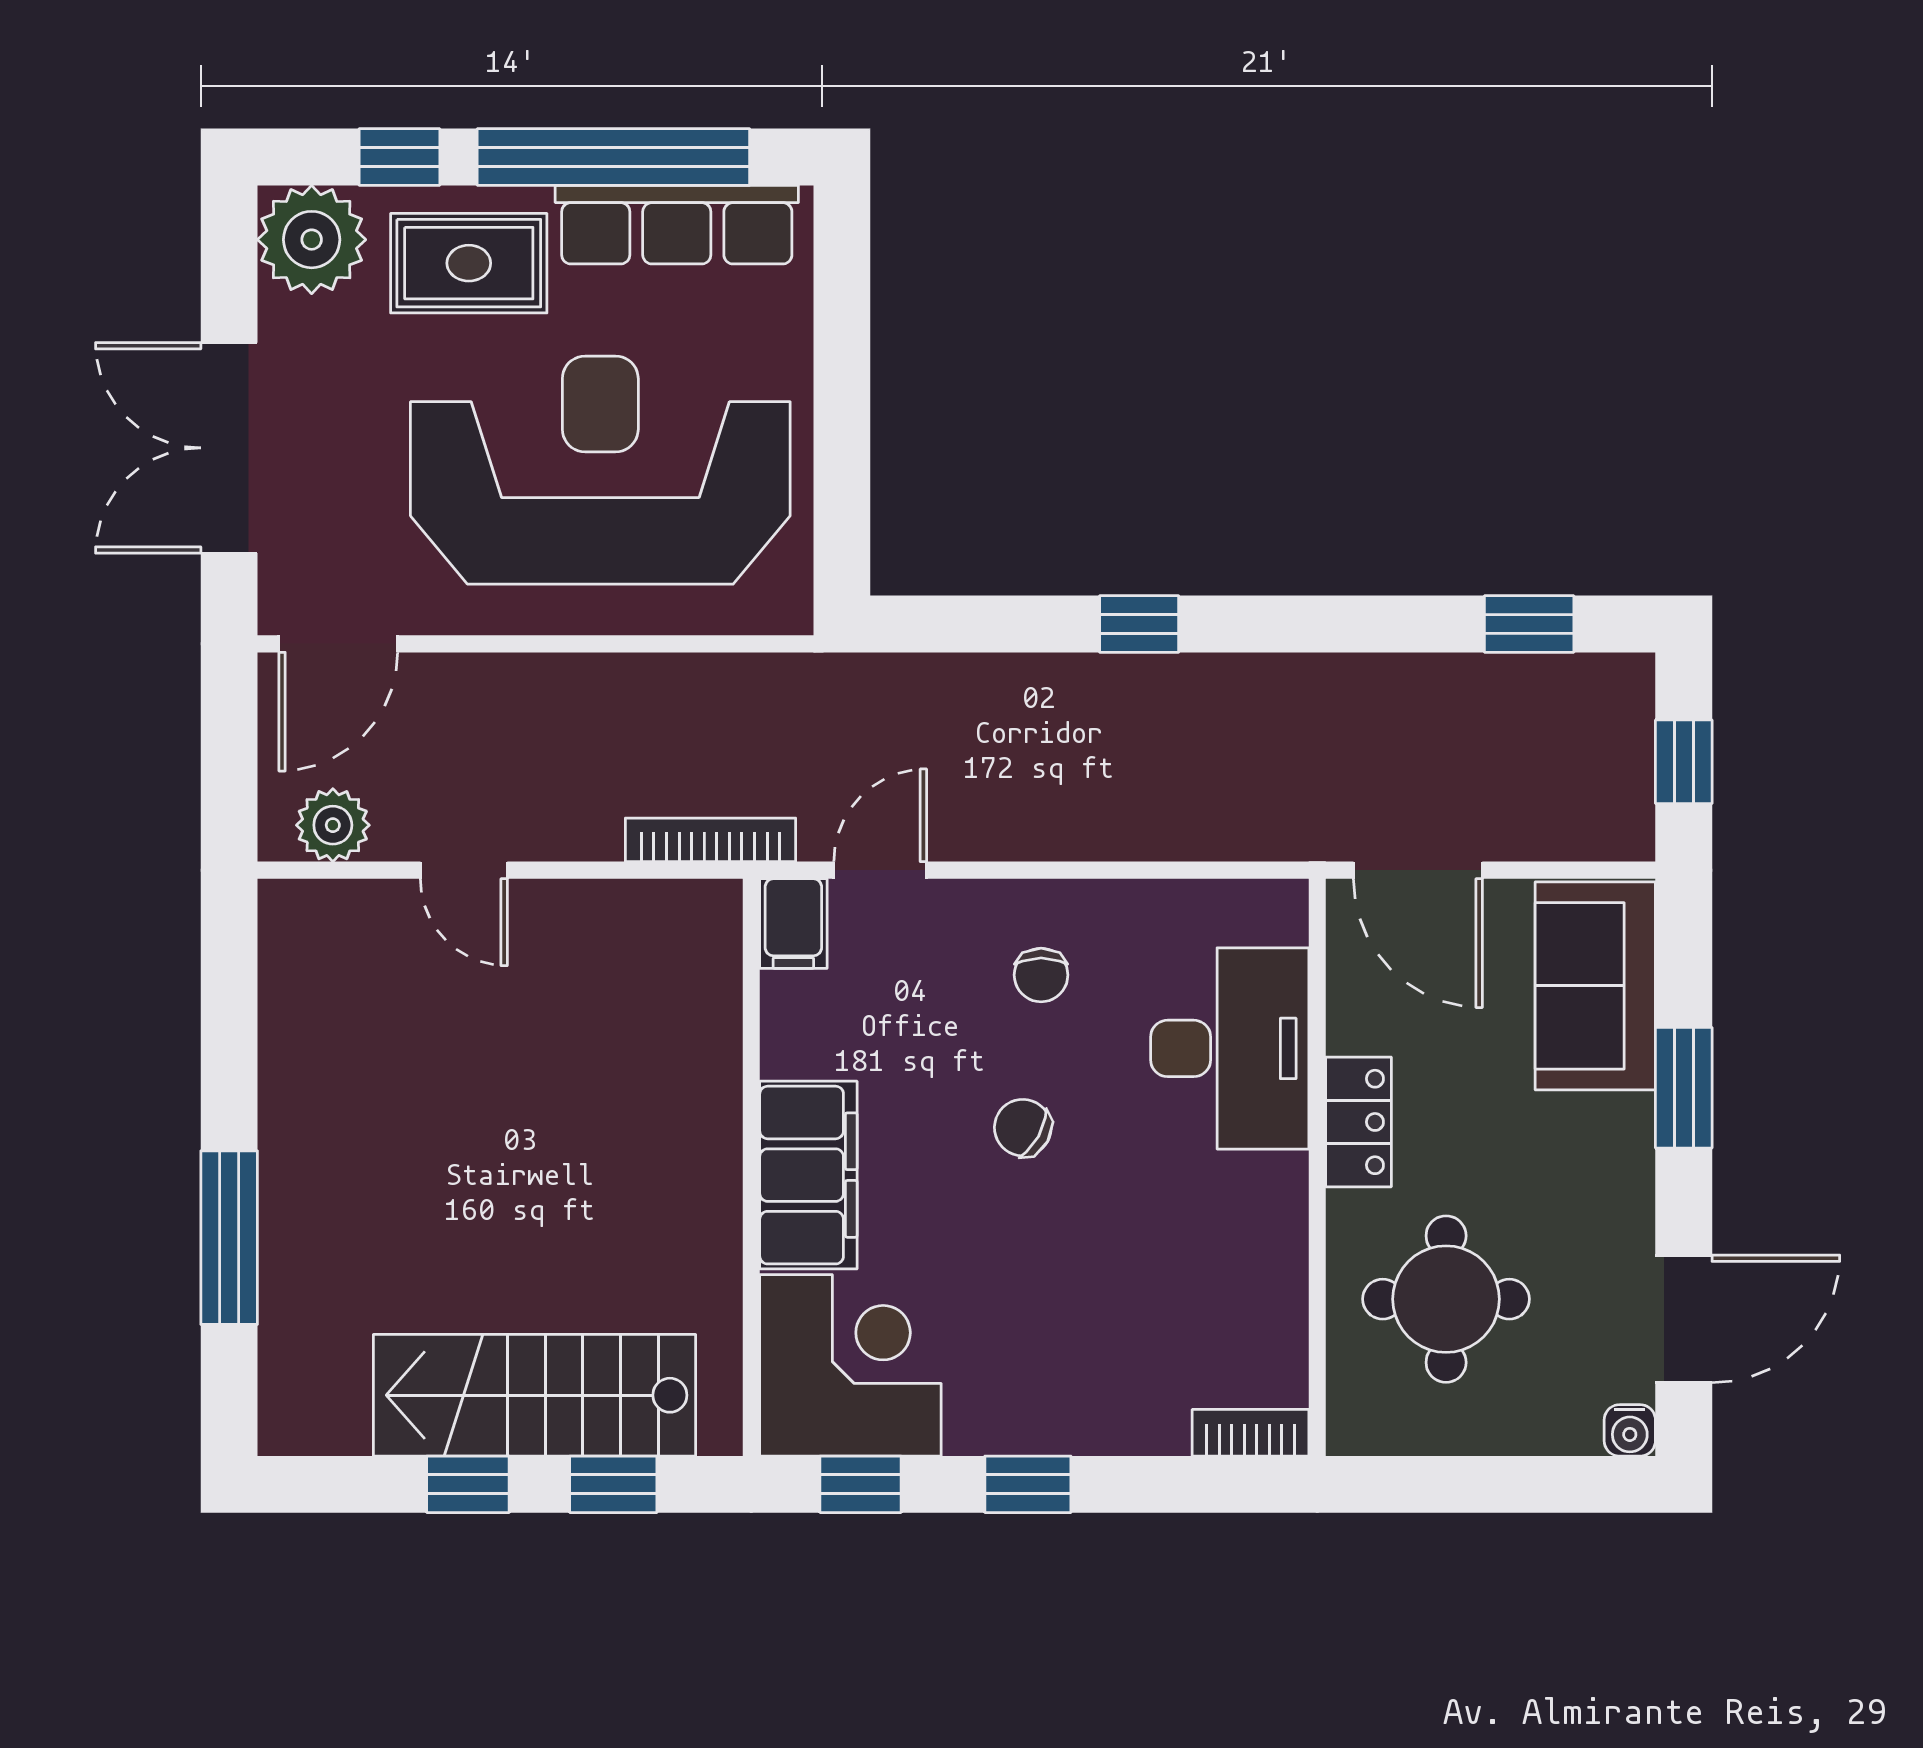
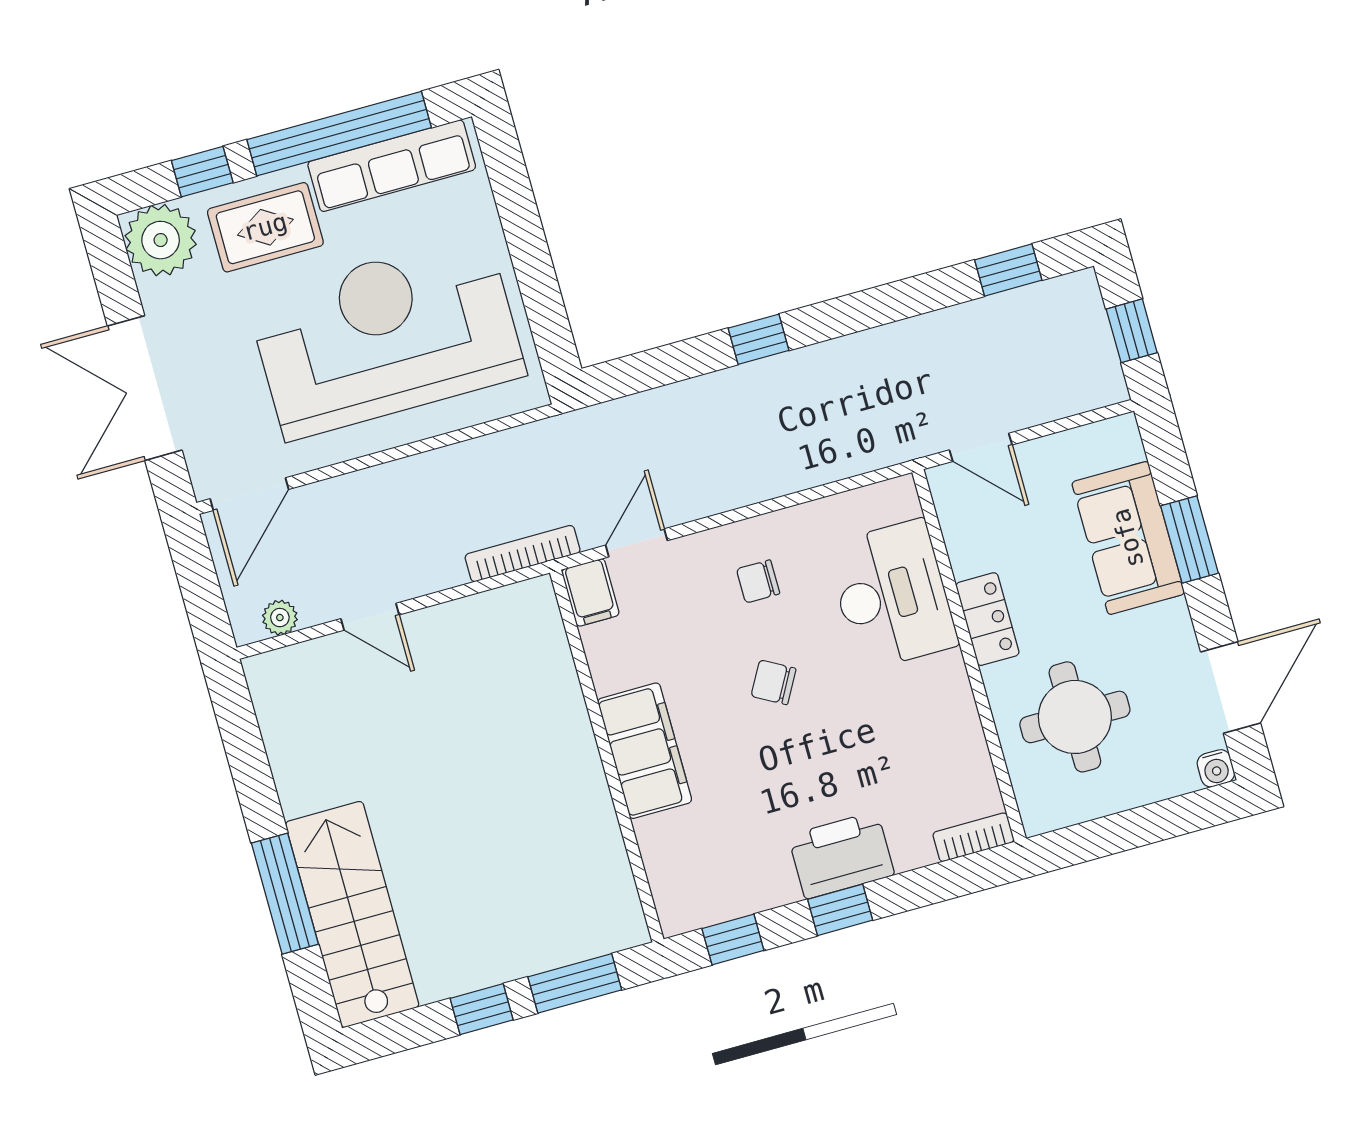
plant: (333, 825) -> (280, 618), width x0.73, depth x0.73
door: (1418, 870) -> (981, 447), width x0.73
chair: (1041, 975) -> (758, 581), turned 90
sofa: (1595, 986) -> (1128, 538), moved
corner desk: (850, 1365) -> (705, 865), removed
stairs: (534, 1395) -> (352, 914), moved, turned 90
printer: (1051, 1406) -> (841, 855), added
window: (613, 1484) -> (575, 983), width x1.50

